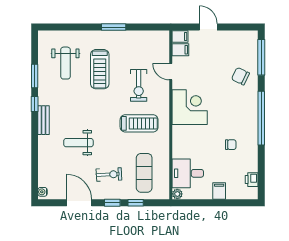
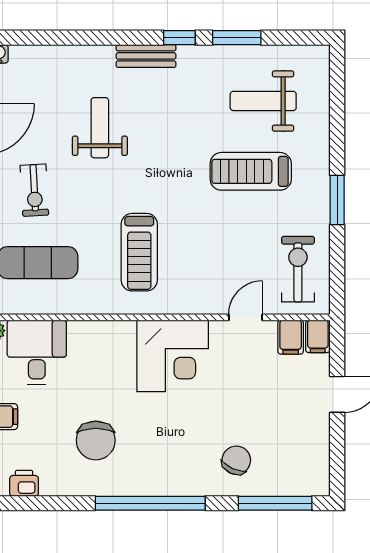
exercise bike: (139, 85) -> (298, 269), moved, turned 90
chair: (231, 145) -> (96, 440), width x1.87, depth x1.87

